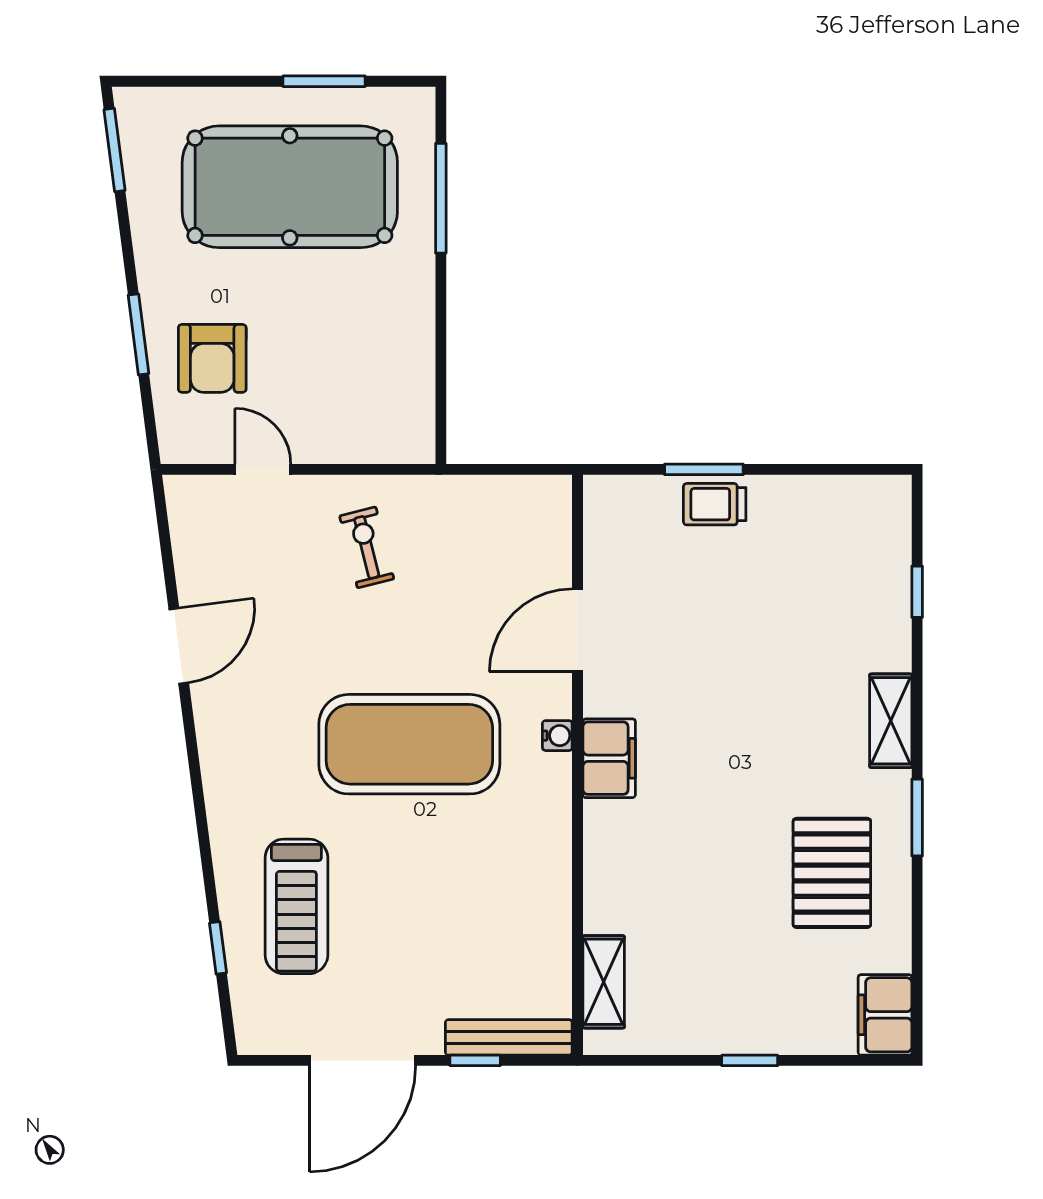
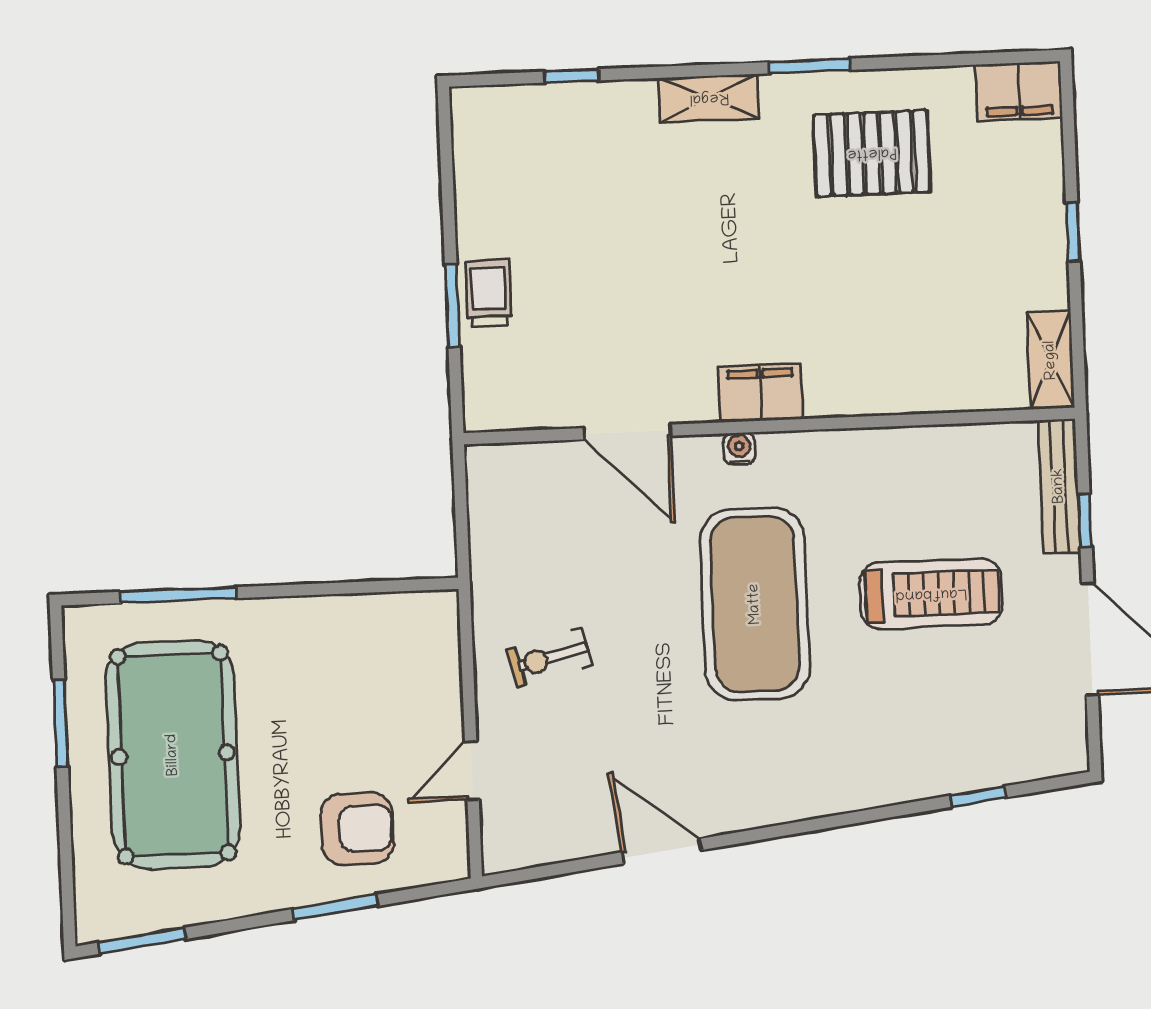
trolley: (715, 504) -> (489, 293), turned 180
treadmill: (296, 906) -> (931, 594), moved
shelving: (604, 982) -> (1051, 360), moved, turned 90

